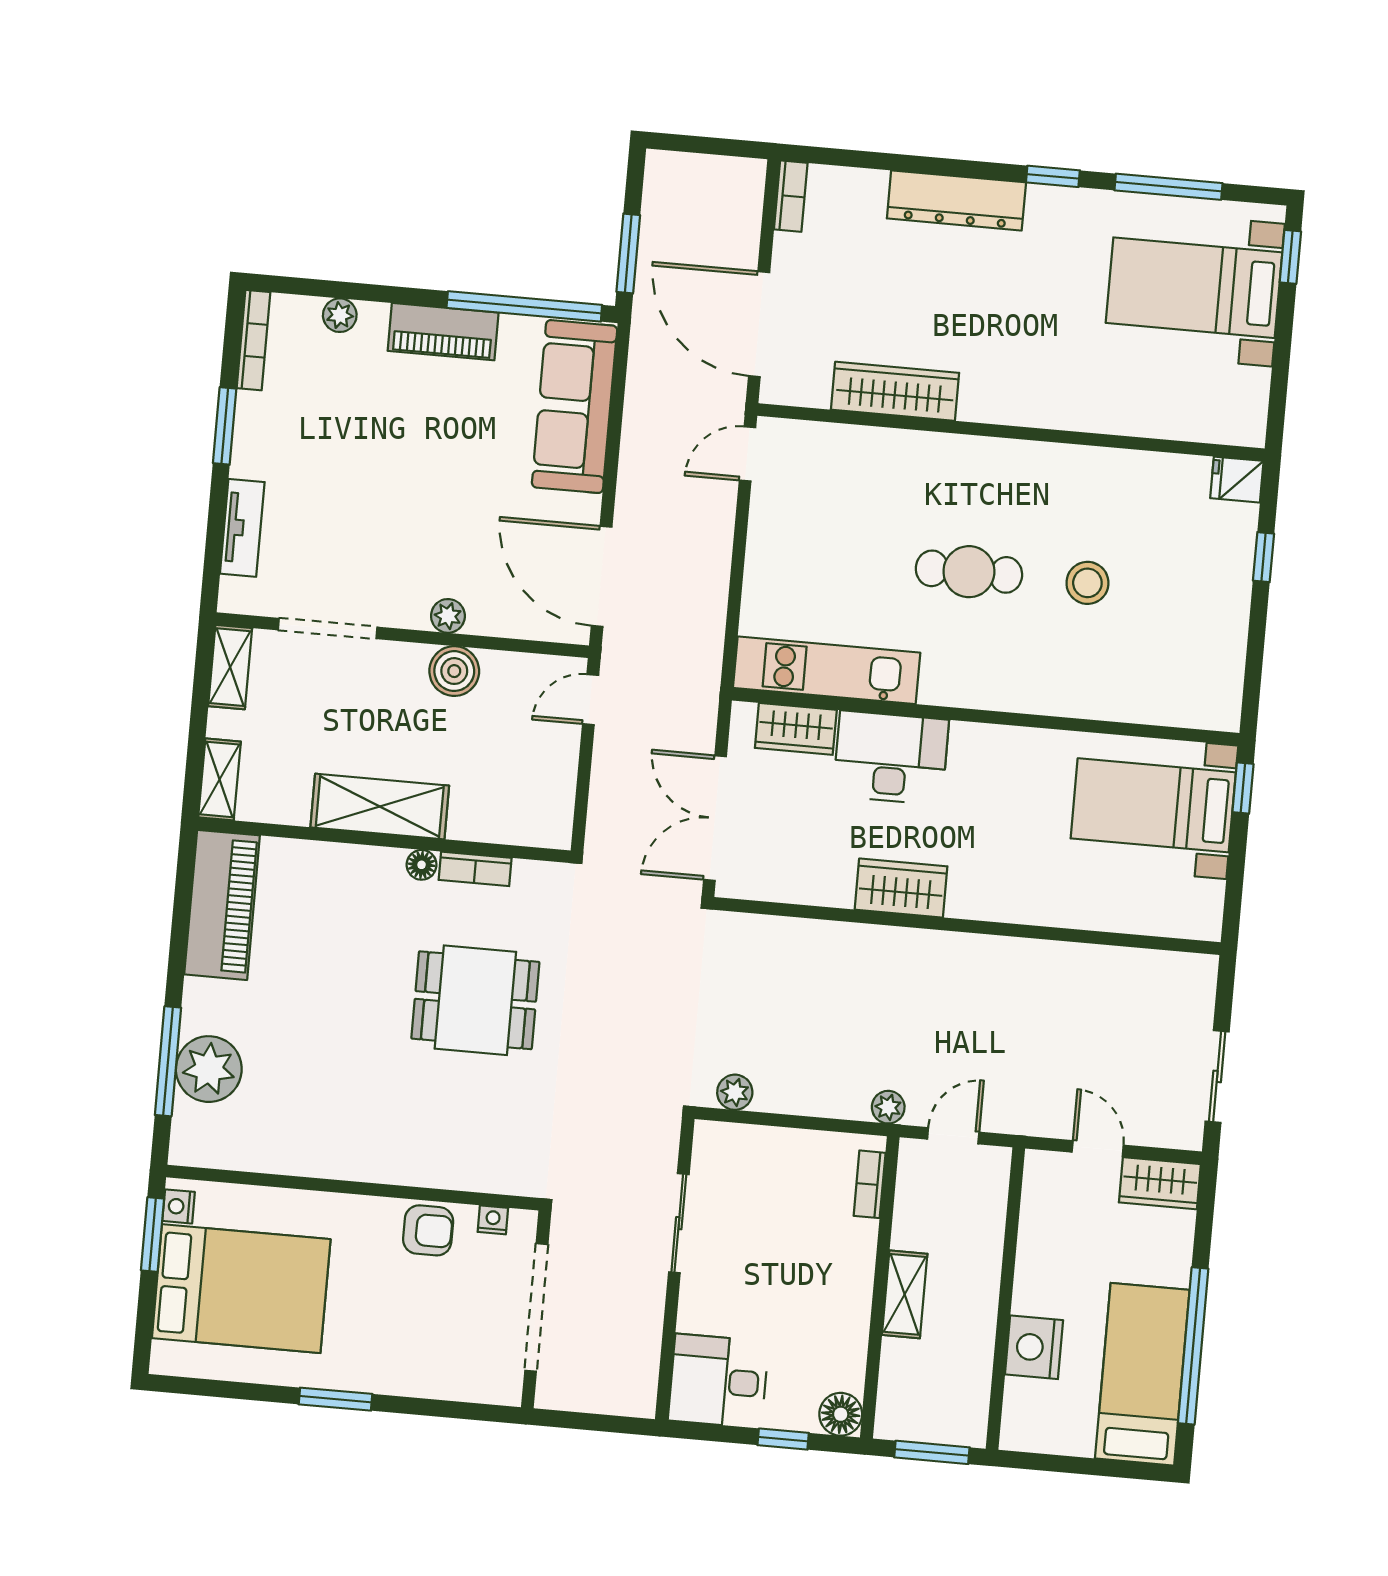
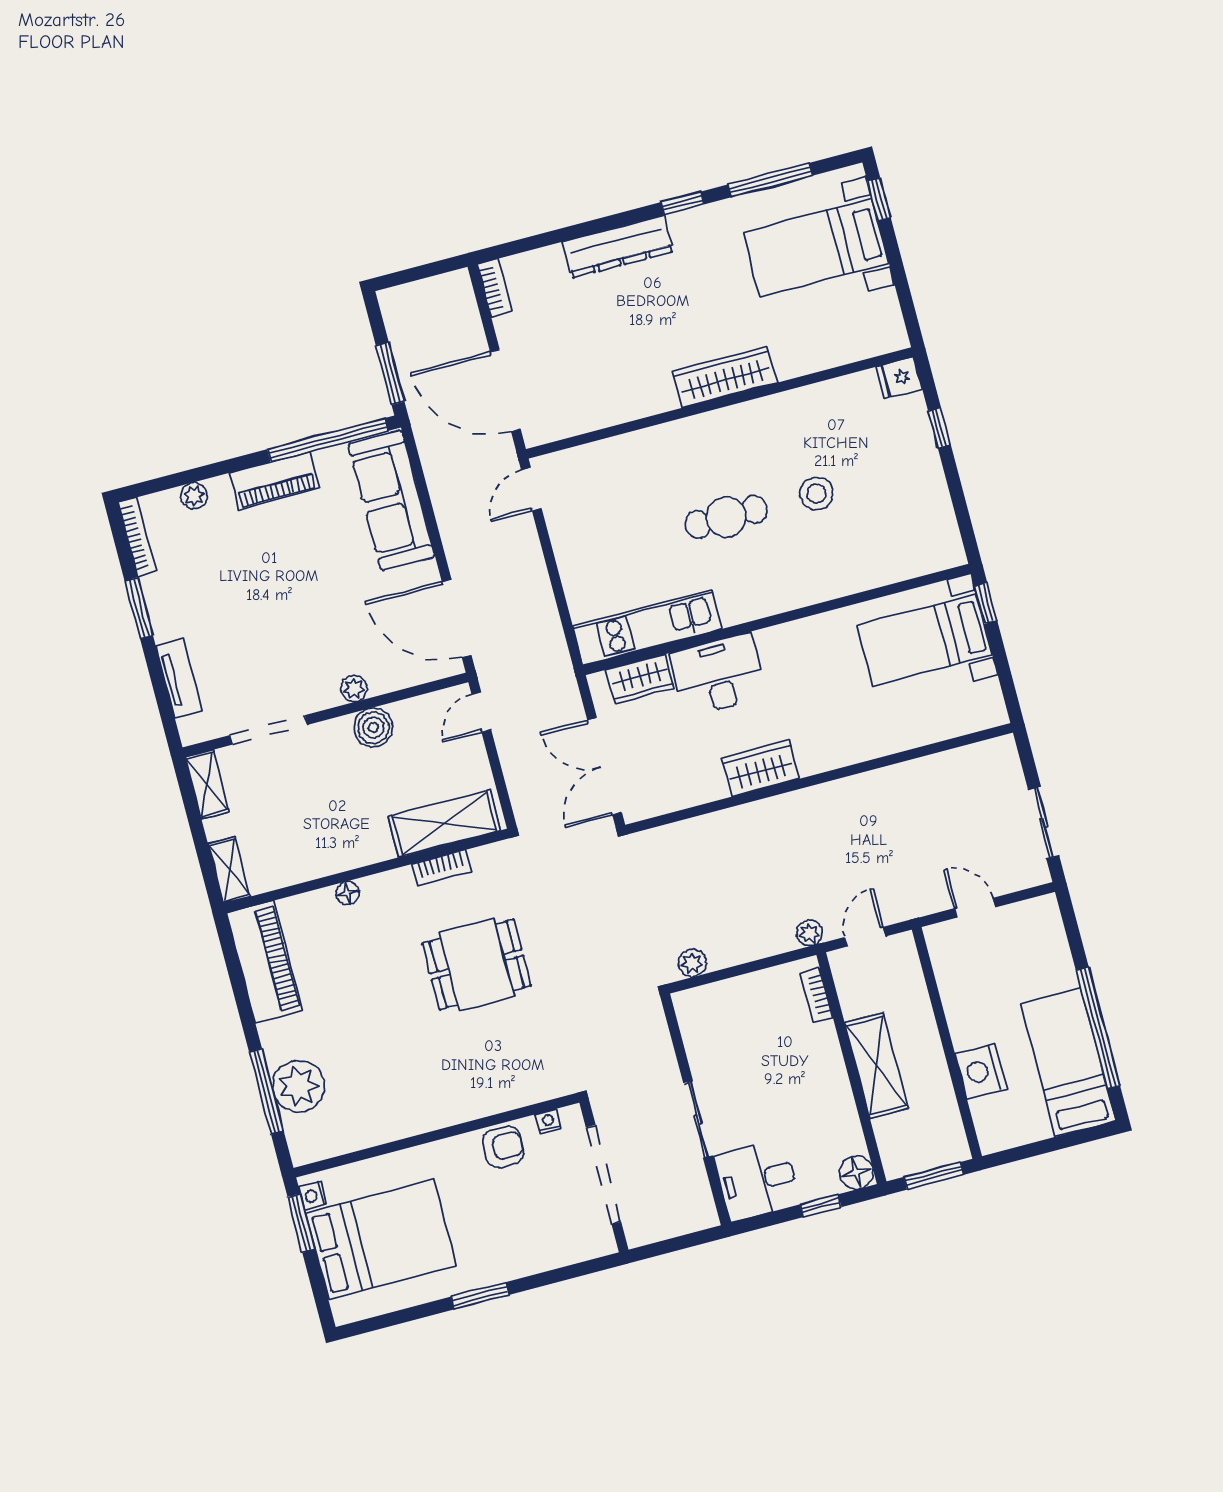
wardrobe: (895, 391) -> (725, 377), moved
shelving: (380, 806) -> (444, 823), moved
floor lamp: (422, 865) -> (347, 893), moved
wardrobe: (1160, 1183) -> (1030, 917), removed
sliding door: (679, 1223) -> (698, 1119), moved
shelving: (905, 1294) -> (876, 1065), width x1.50, depth x1.33

